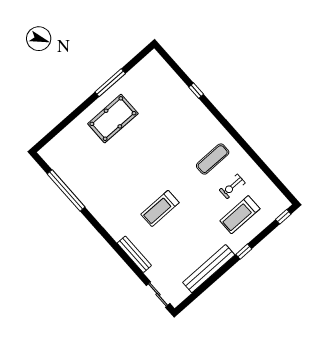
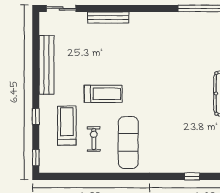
exercise mat: (213, 159) -> (128, 143), width x1.36, depth x1.45
treadmill: (160, 208) -> (103, 94), moved, turned 90
window: (244, 252) -> (36, 117), moved

